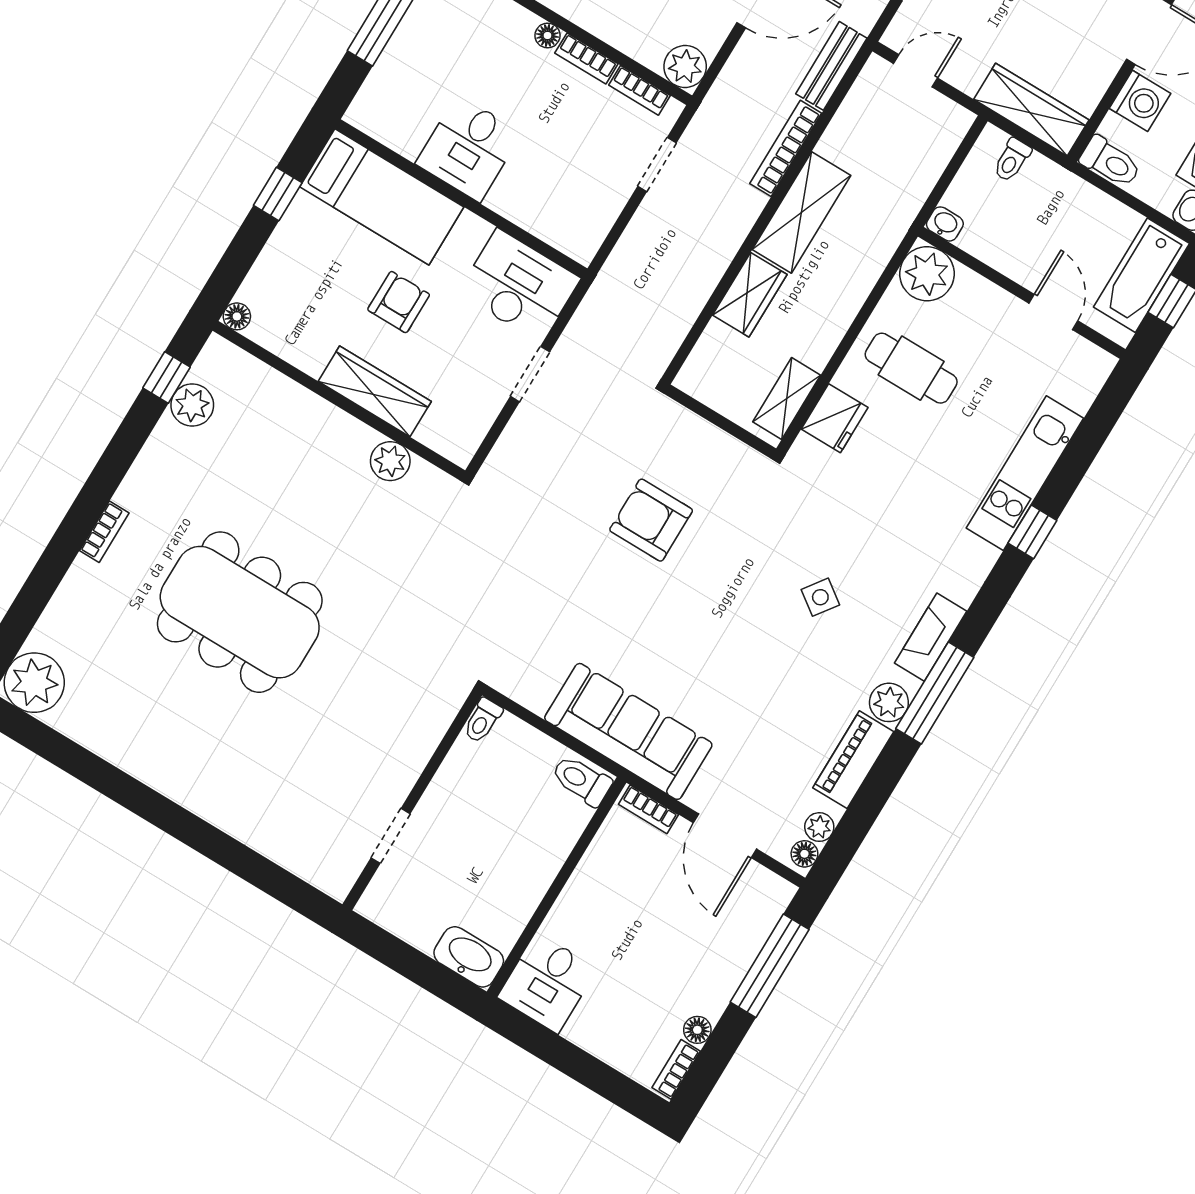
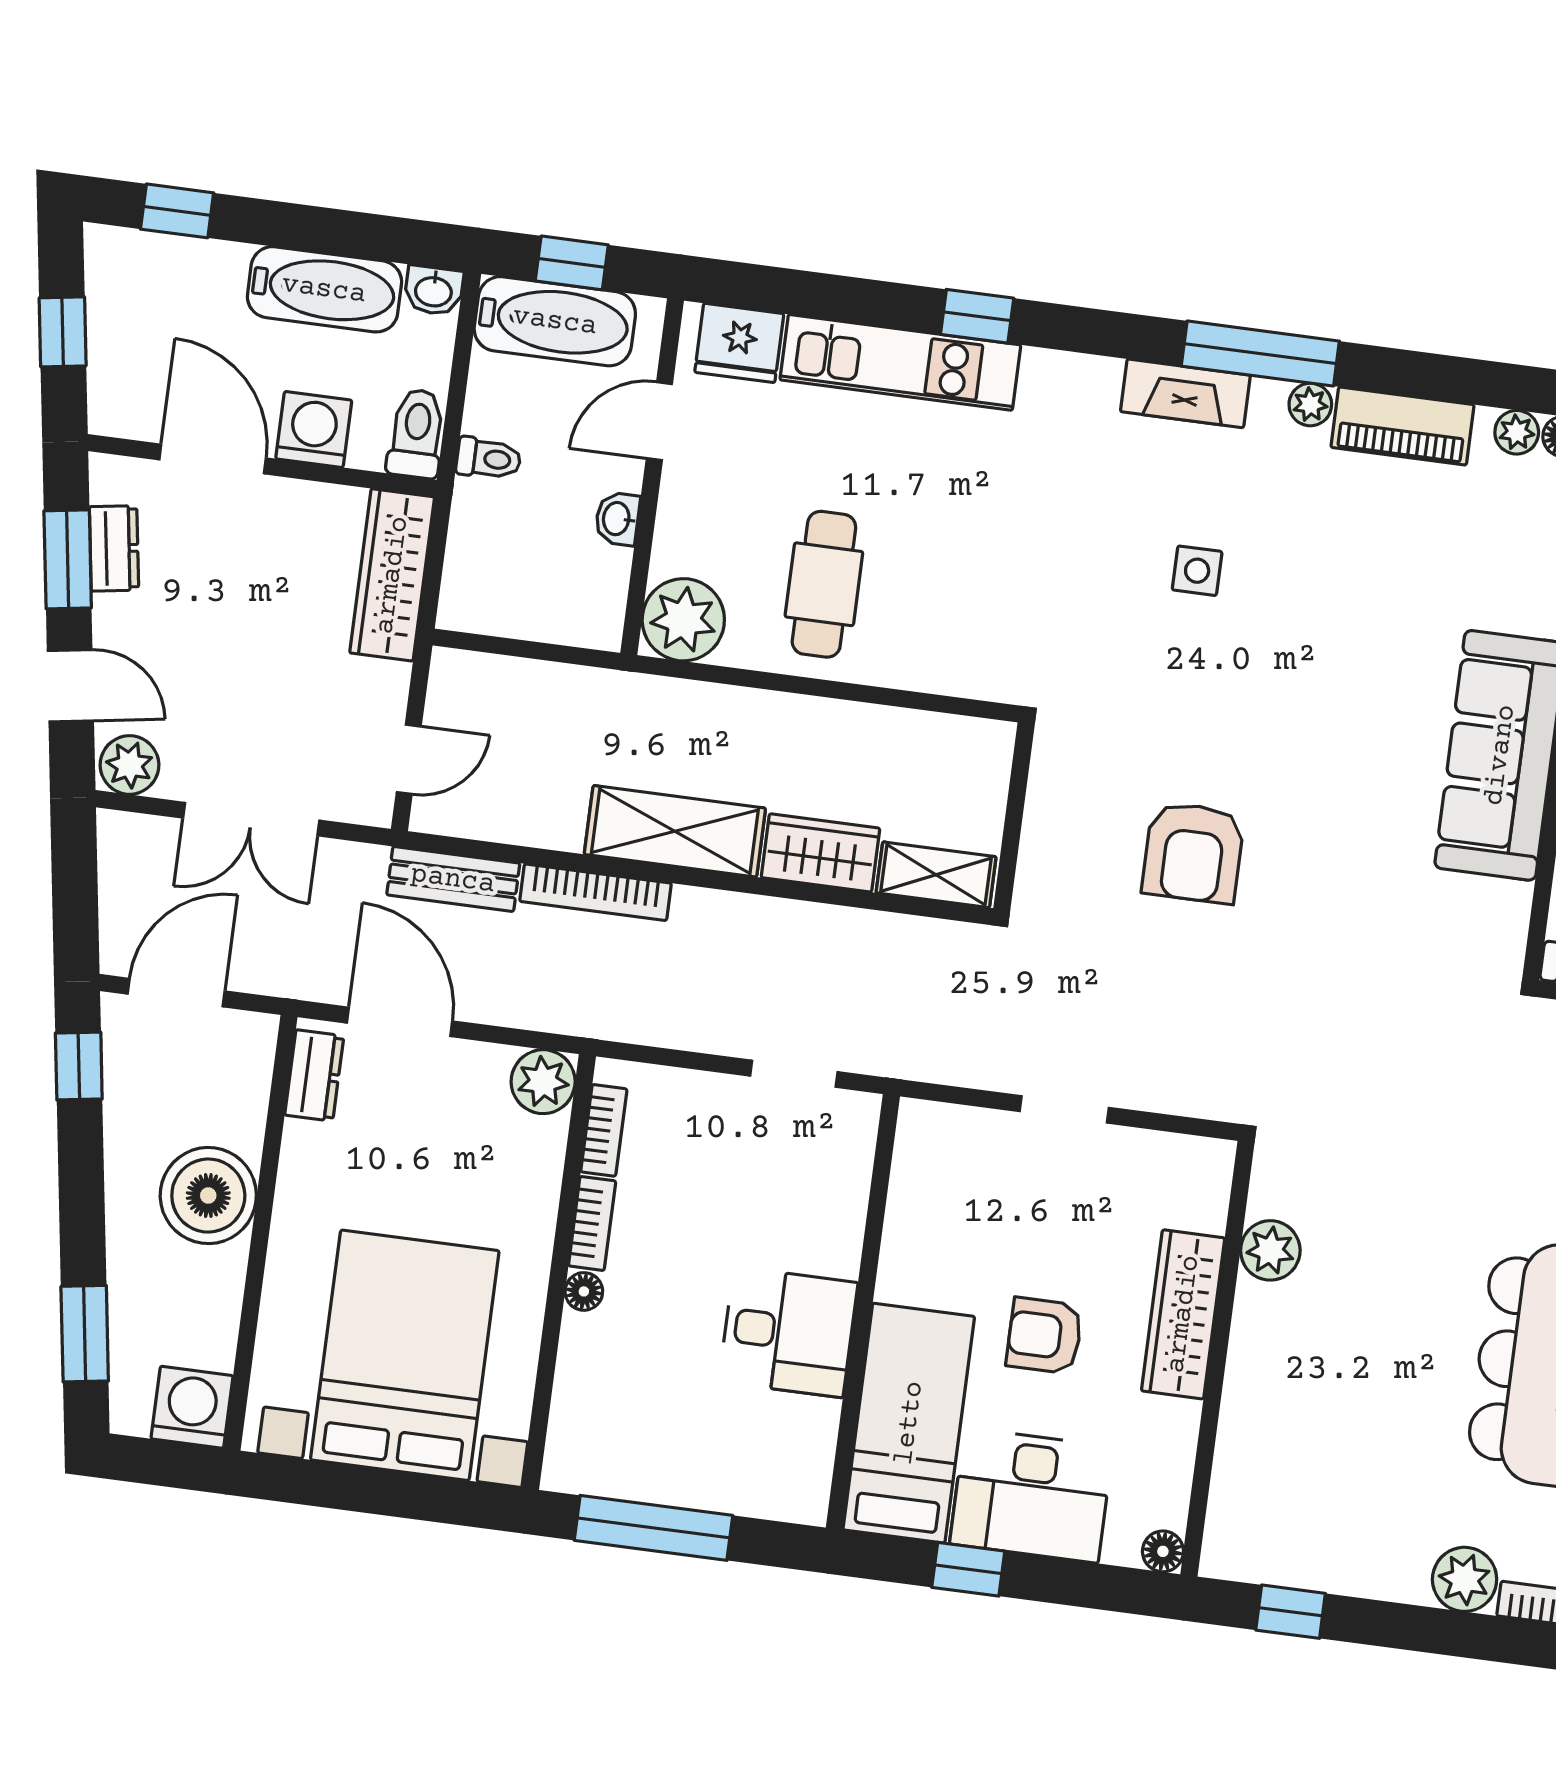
door: (916, 71) -> (409, 759), swing flipped
toilet: (1012, 160) -> (489, 459), moved
doorway: (657, 164) -> (794, 1074), moved
washbasin: (945, 224) -> (617, 519), moved
desk: (519, 286) -> (1031, 1495), moved, turned -90
shelving: (787, 398) -> (936, 875), moved
plant: (192, 405) -> (1465, 1579), moved
fridge: (835, 418) -> (739, 343), moved, turned 180
side table: (820, 597) -> (1197, 571), turned -36
plant: (889, 702) -> (1310, 405), width x0.73, depth x0.73

